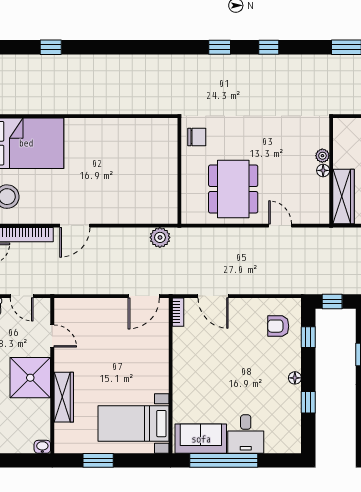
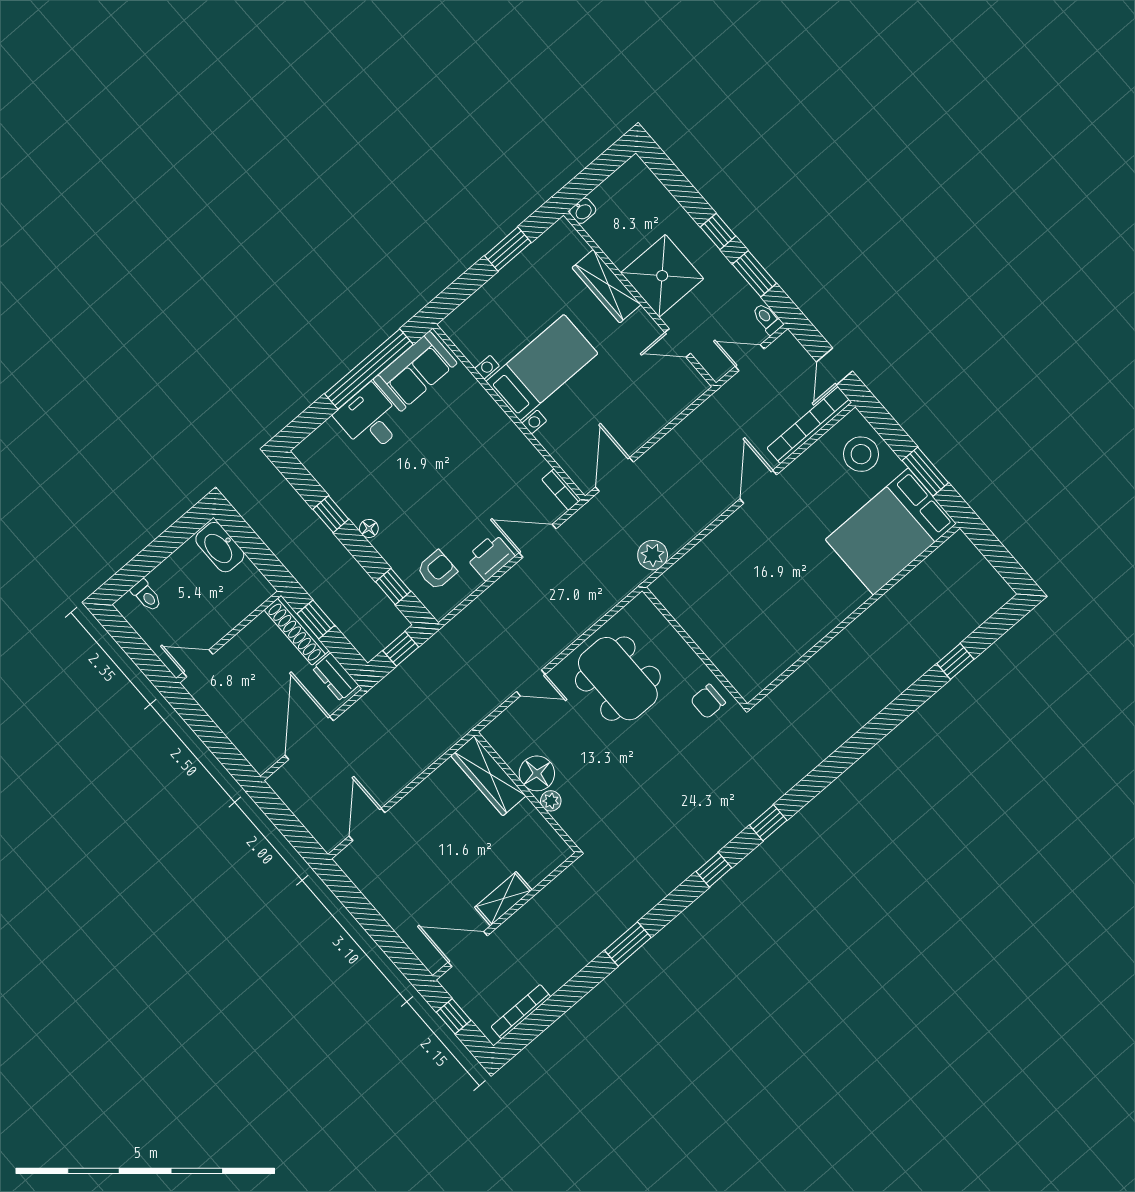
floor lamp: (323, 170) -> (537, 773), width x1.89, depth x1.89
printer: (245, 309) -> (490, 557), added
bed with nightstands: (134, 424) -> (542, 368), moved

